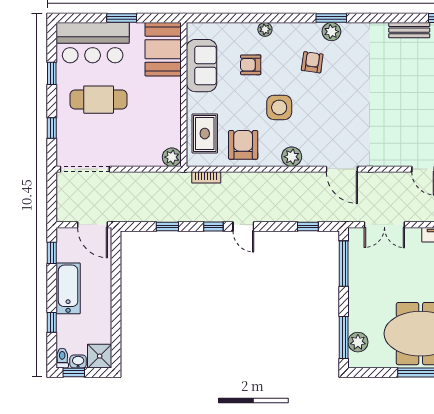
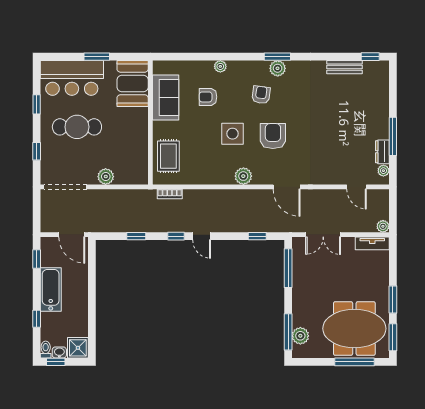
armchair: (243, 145) -> (273, 136), moved
plant: (172, 157) -> (106, 177), moved

